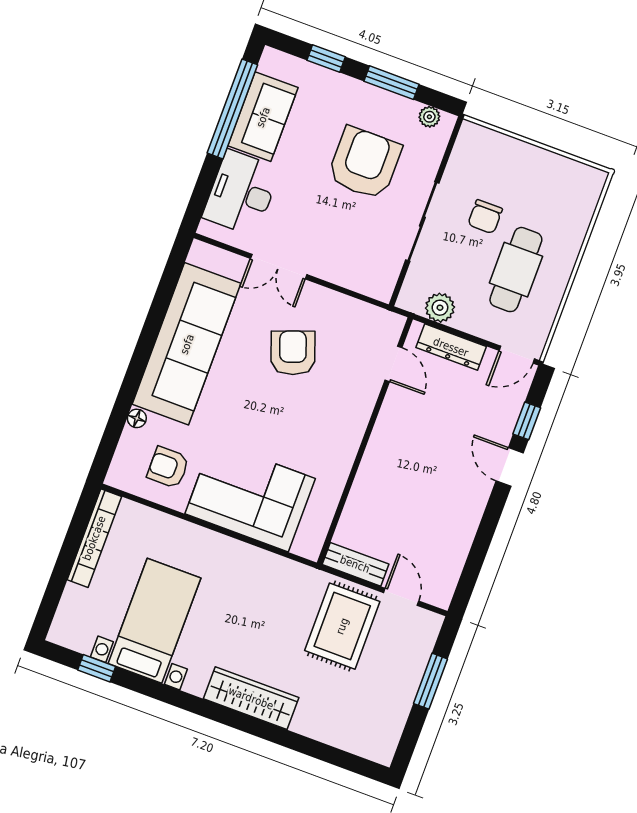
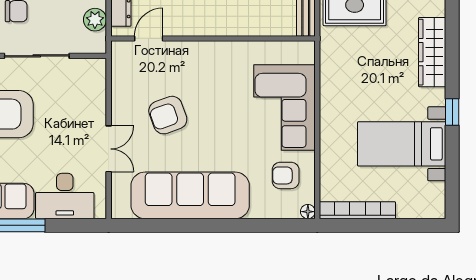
floor lamp: (137, 418) -> (308, 212), moved
armchair: (168, 467) -> (286, 175), turned 90
window: (97, 668) -> (452, 112), moved

